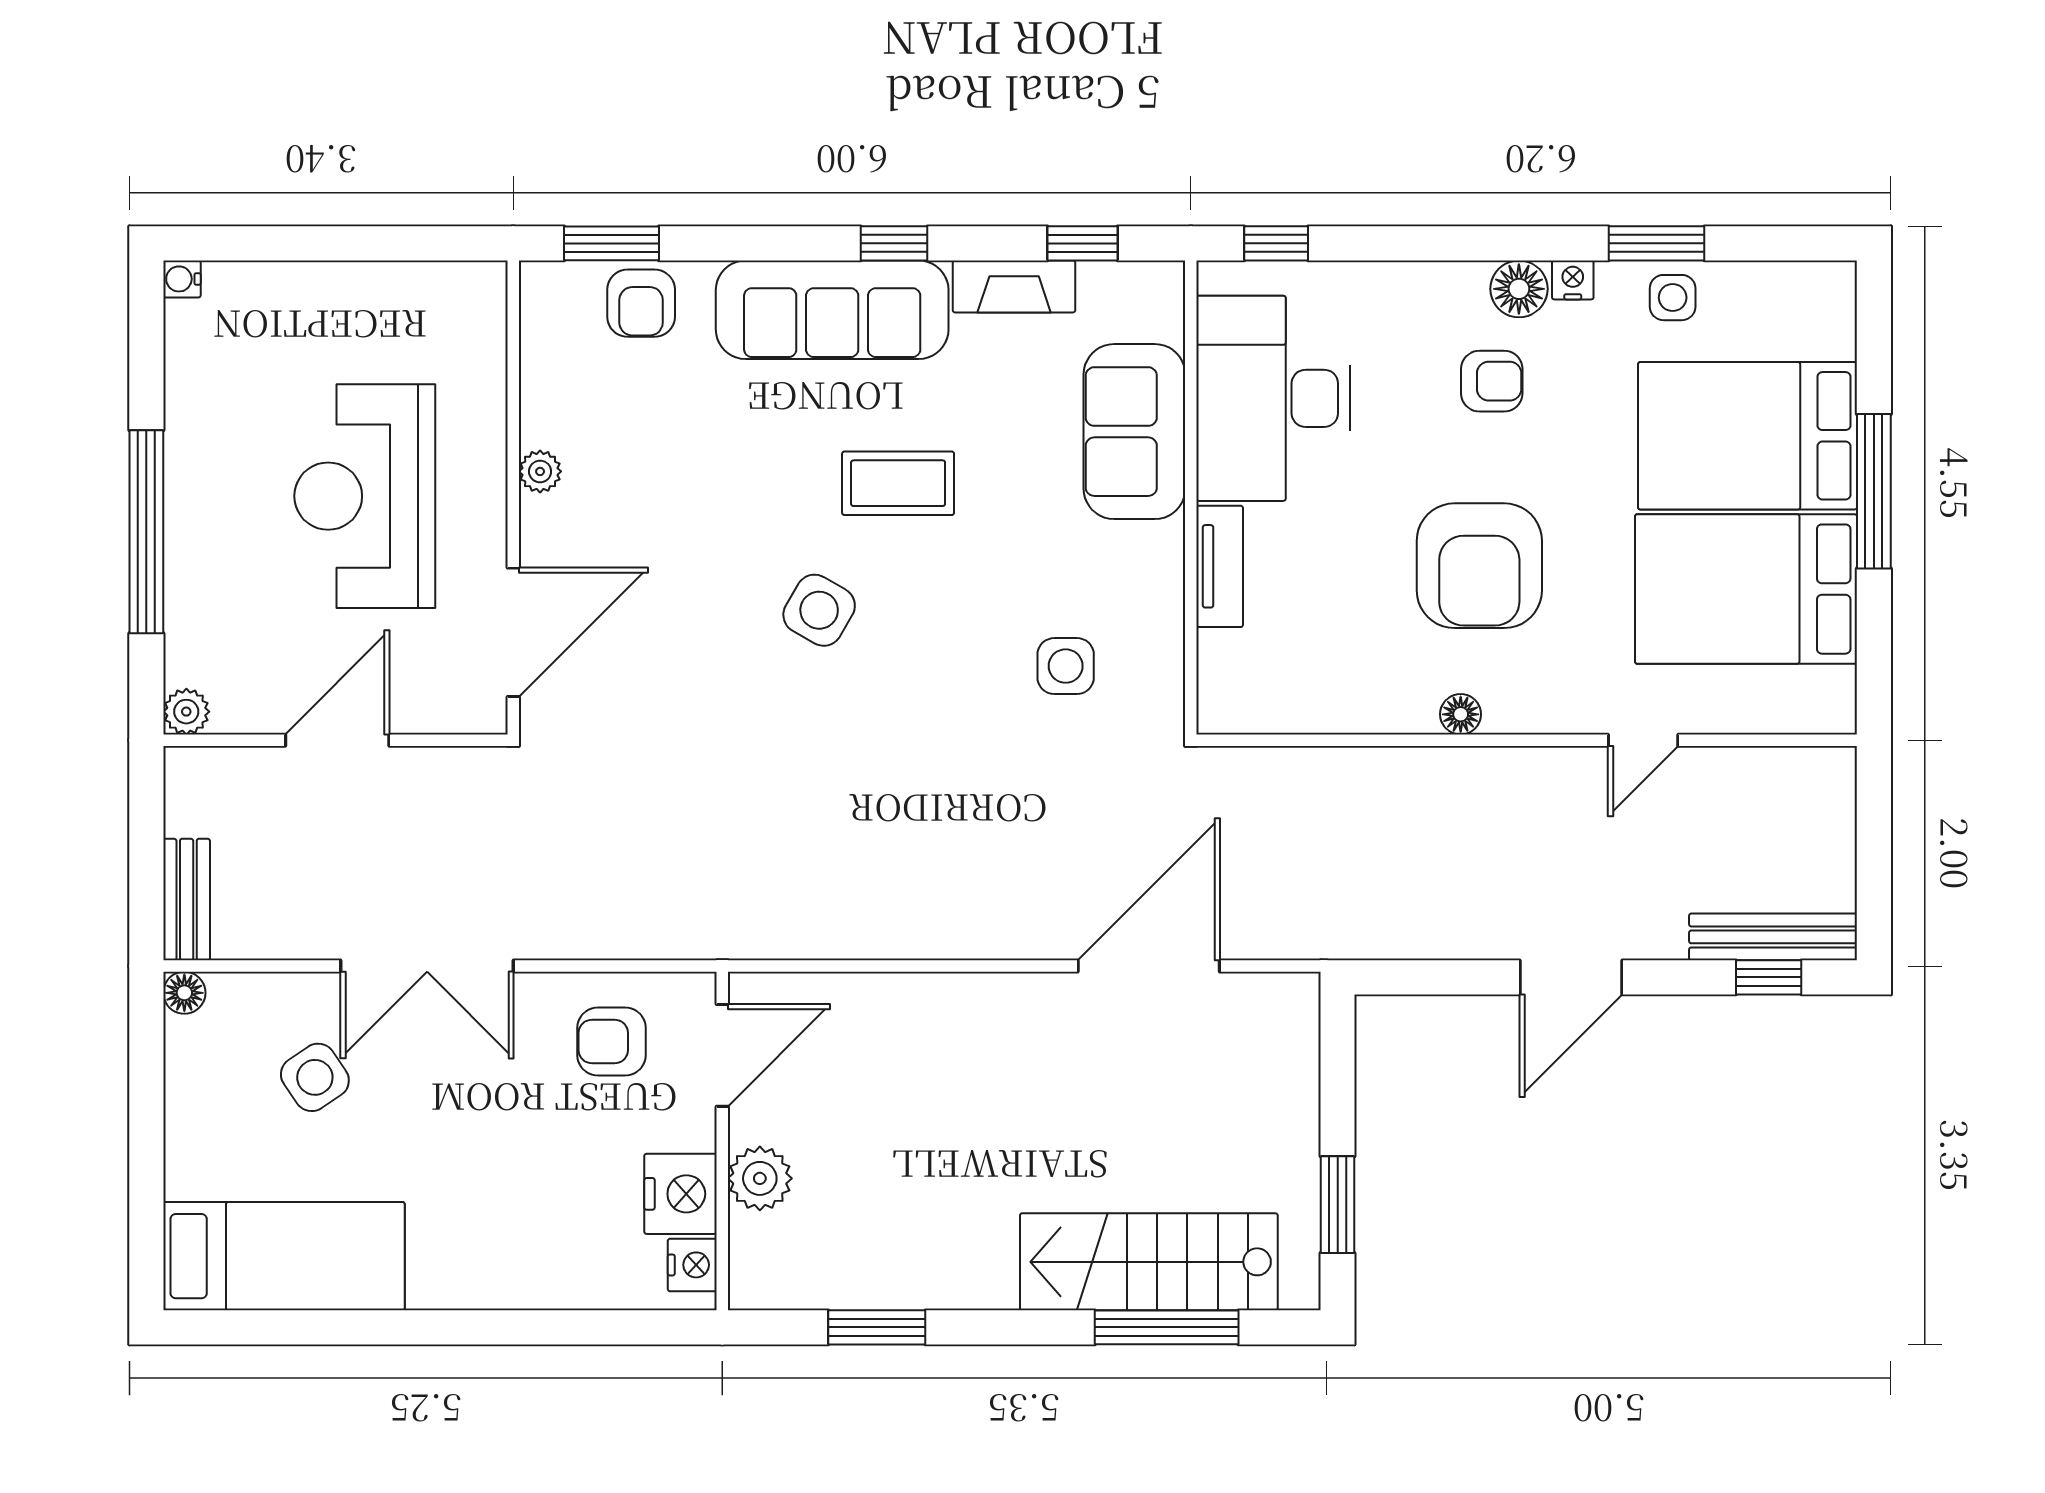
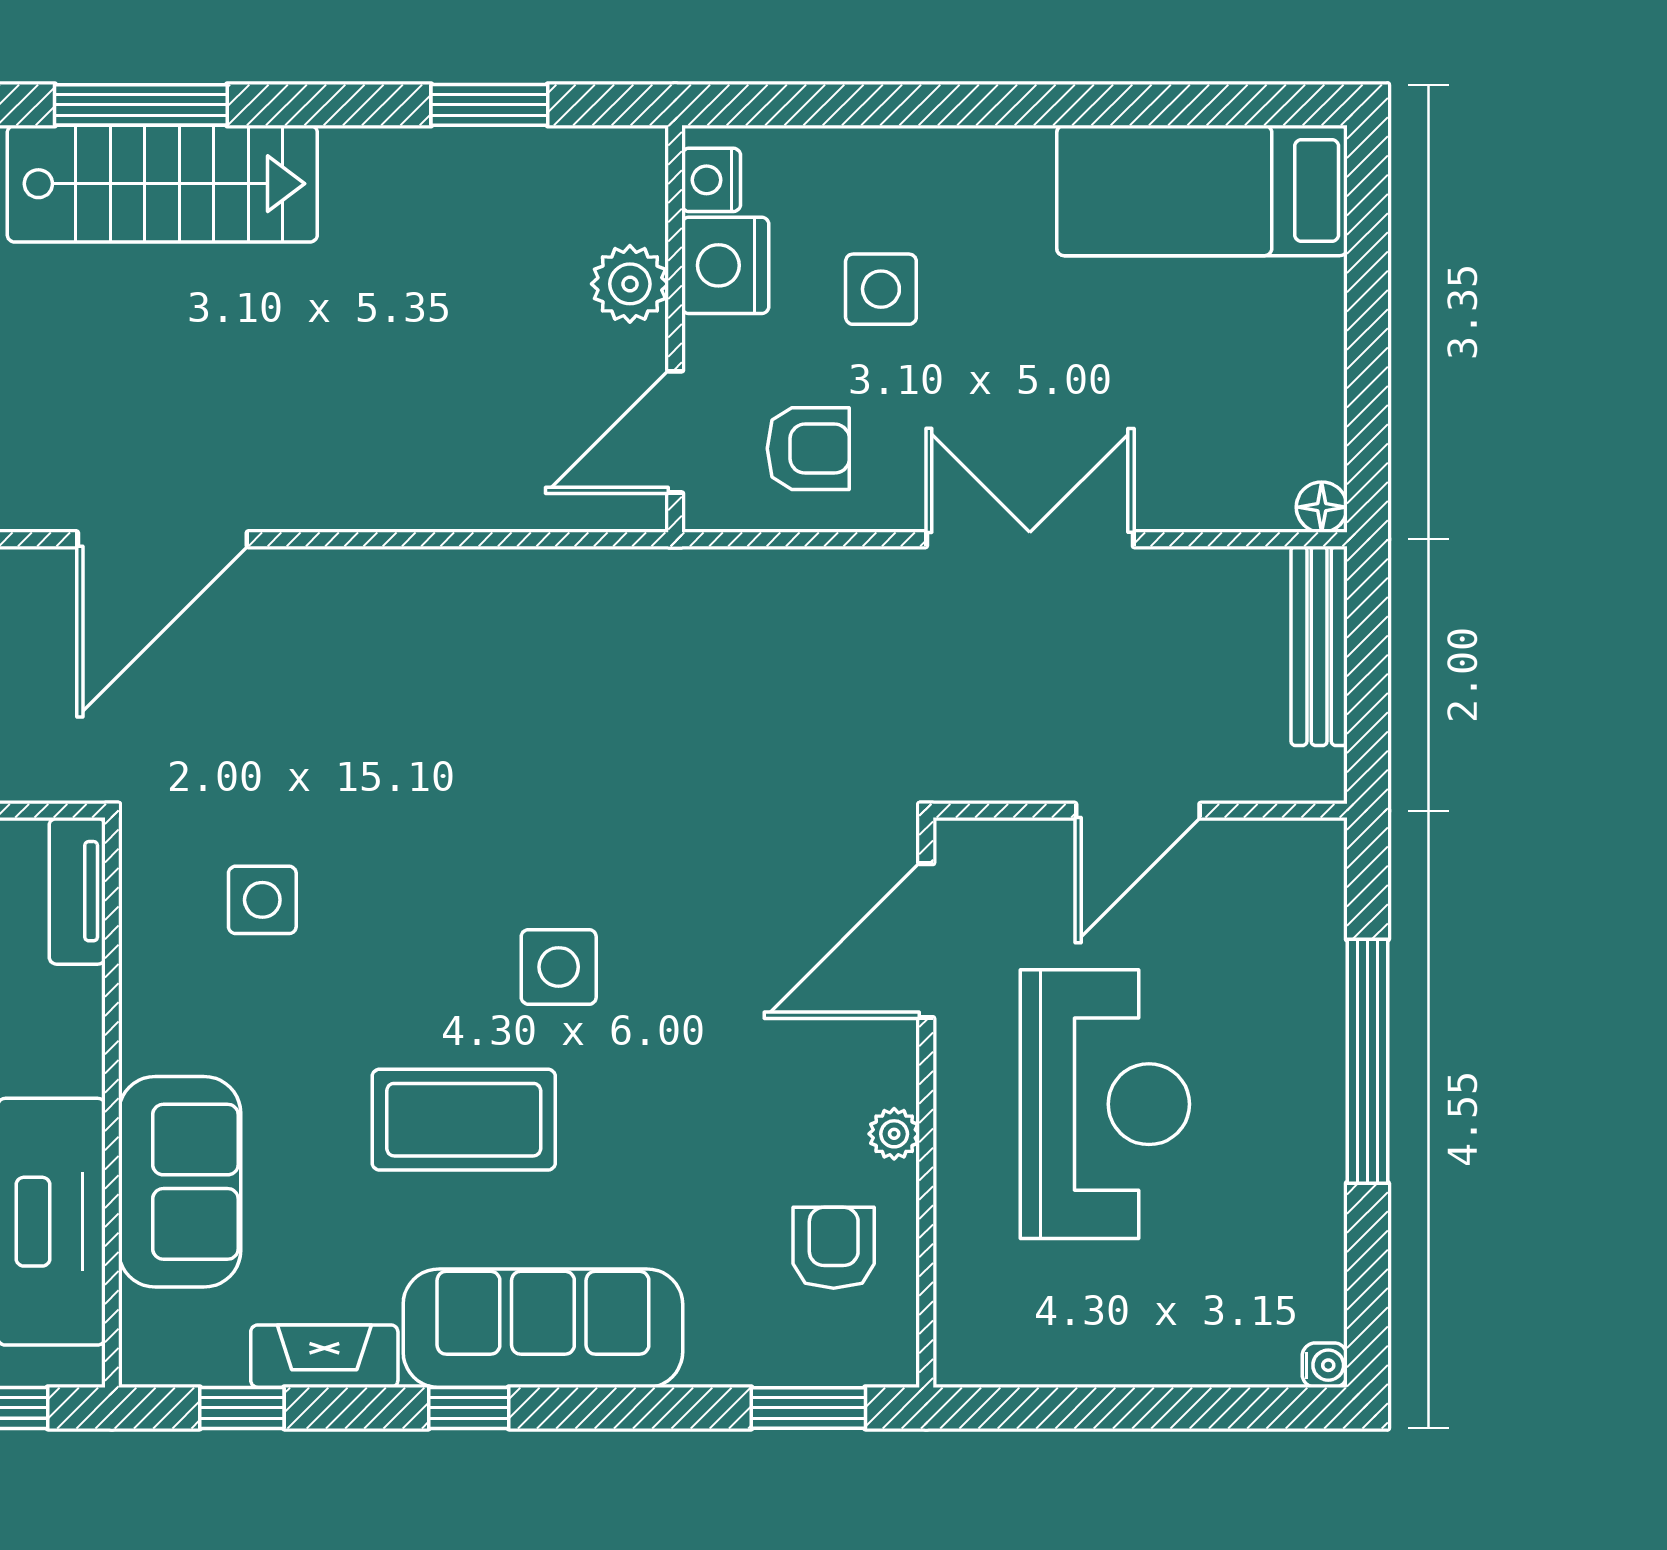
armchair: (641, 303) -> (834, 1248), moved
coffee table: (898, 483) -> (464, 1120), width x1.36, depth x1.32
tv unit: (1220, 566) -> (77, 891), moved
side table: (819, 610) -> (559, 967), turned -30
plant: (186, 712) -> (1319, 845), removed
bench: (187, 899) -> (1319, 646), width x1.36
side table: (315, 1077) -> (881, 289), moved, turned 34

